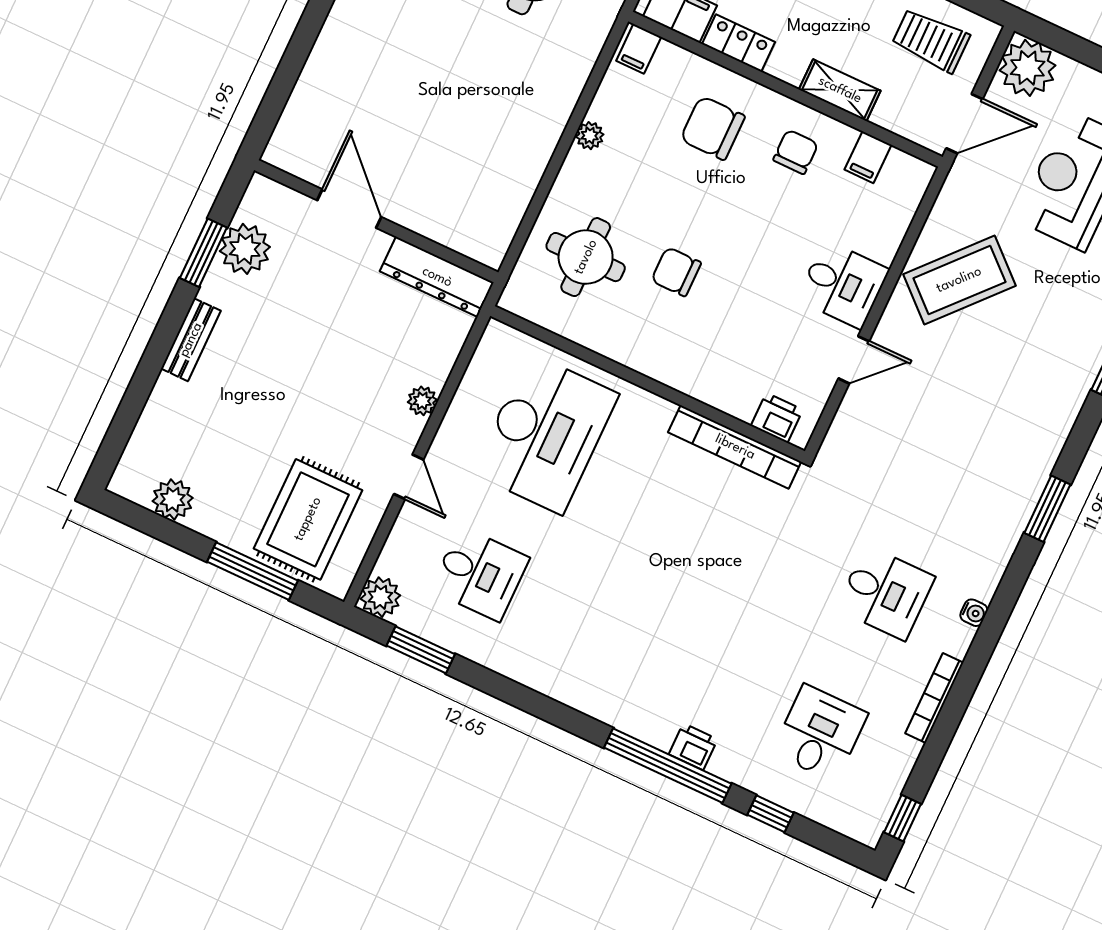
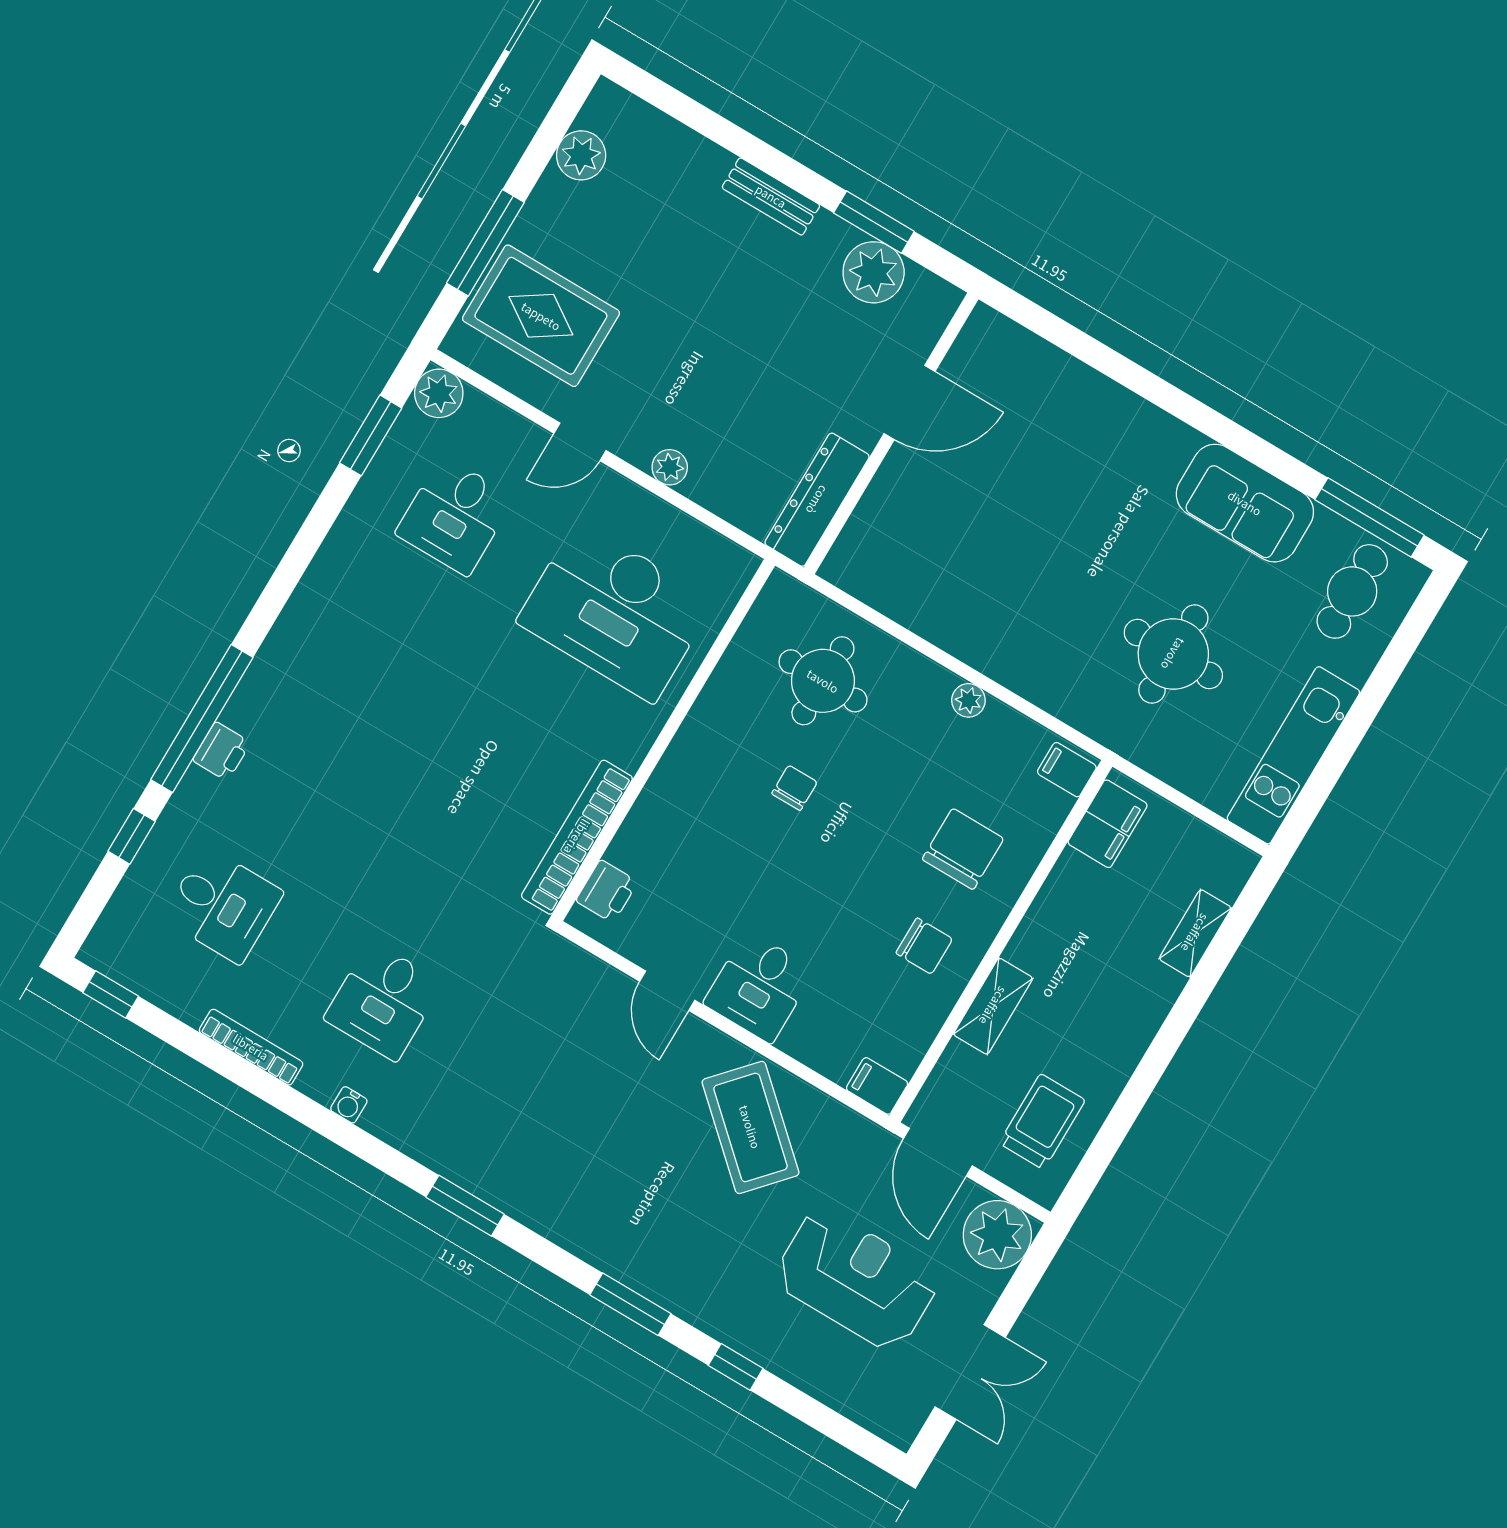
locker: (739, 43) -> (1062, 890), removed
filing cabinet: (868, 157) -> (877, 1086), moved
chair: (676, 272) -> (794, 788), width x0.73, depth x0.73

